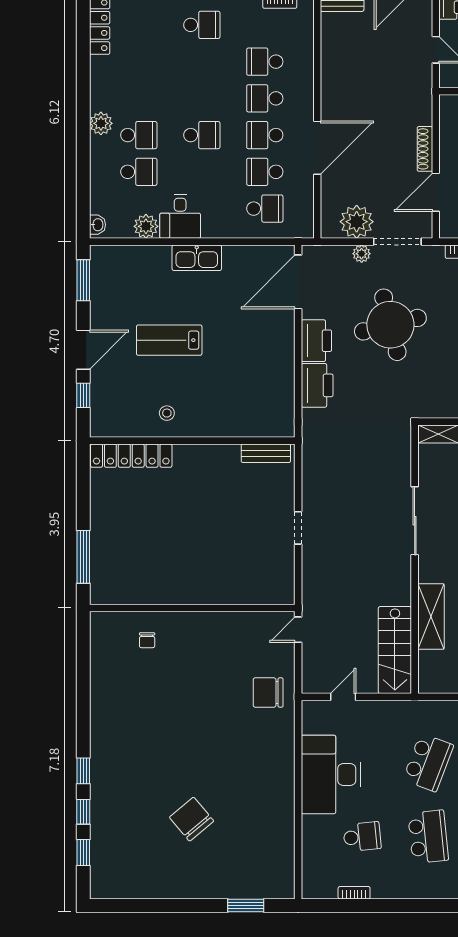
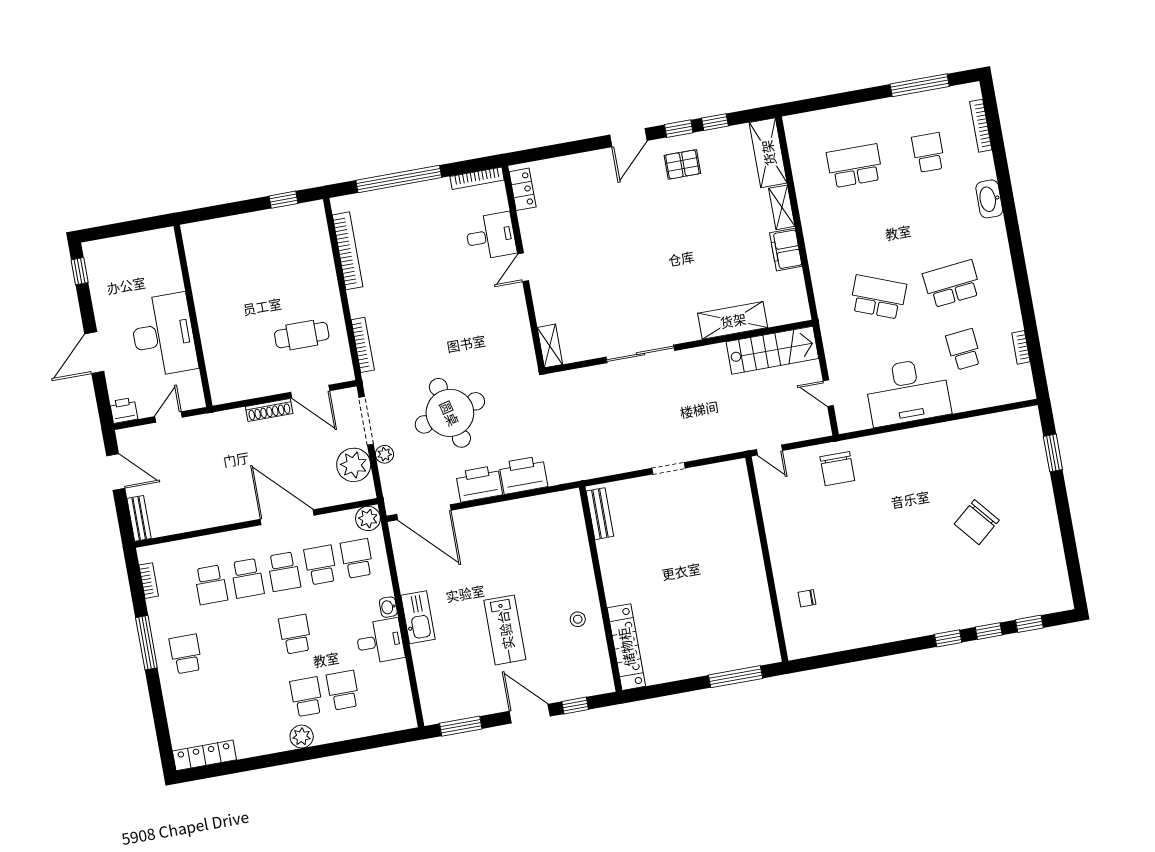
school desk: (265, 172) -> (320, 565), turned 180
washbasin: (97, 225) -> (388, 607), moved, turned -90
plant: (146, 226) -> (368, 518), moved
chair: (147, 640) -> (807, 598), turned 180

